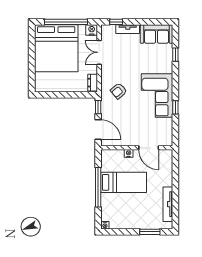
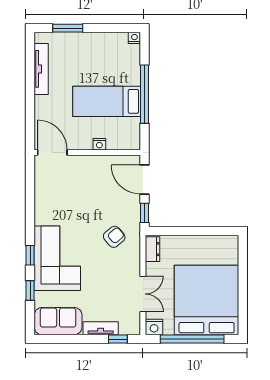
corner sofa: (157, 96) -> (57, 258), moved
window: (175, 107) -> (30, 255), moved
door: (149, 148) -> (52, 152), moved

